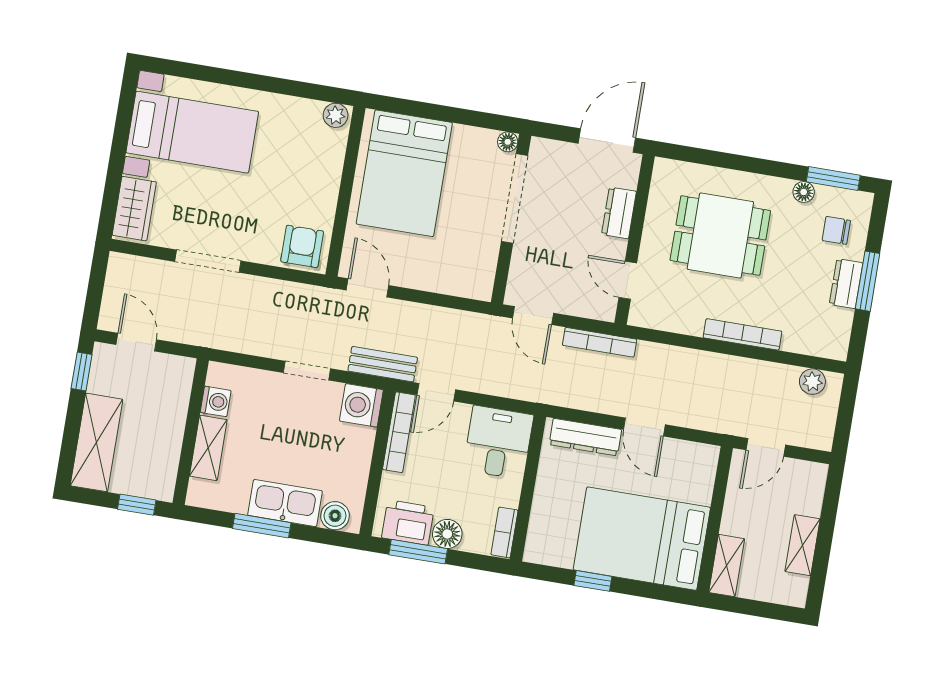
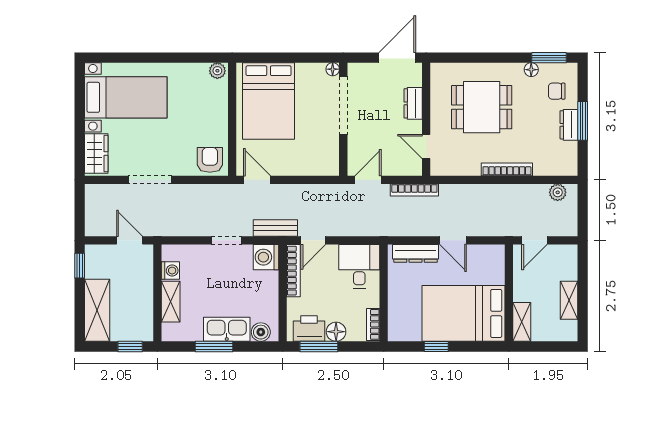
door: (533, 316) -> (368, 180), swing flipped
door: (136, 342) -> (130, 240), moved

